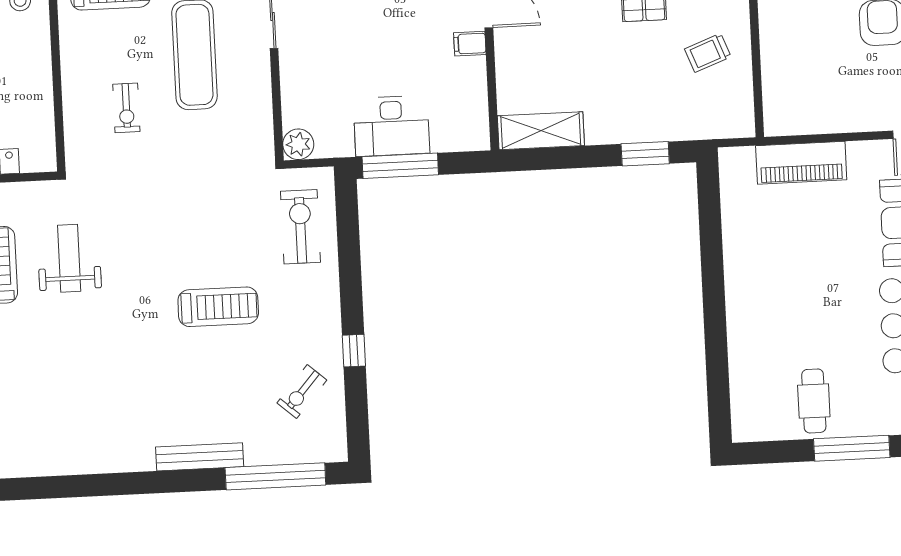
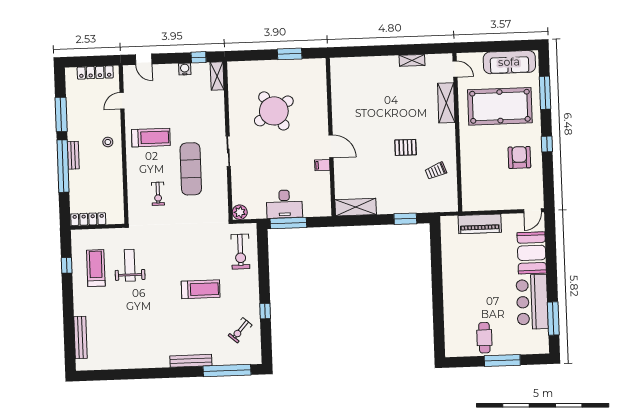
exercise bike: (301, 227) -> (240, 252), turned 180

